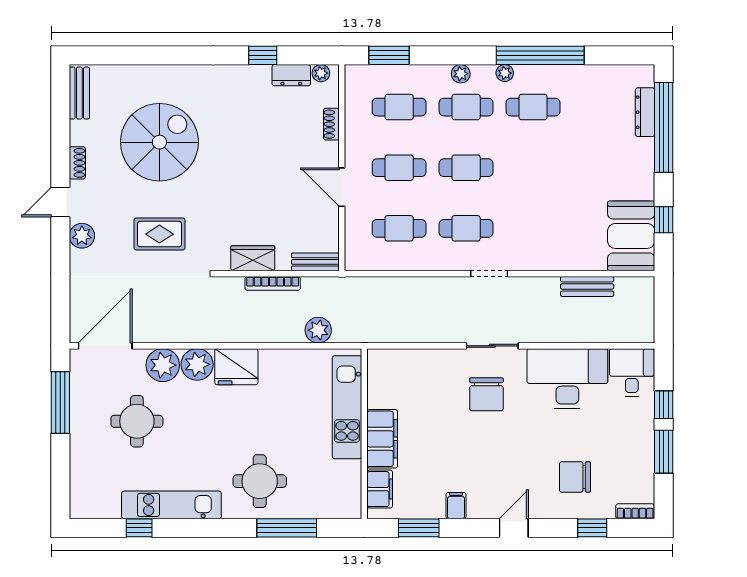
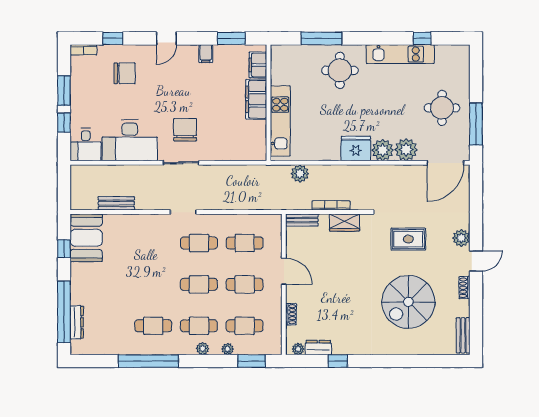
plant: (505, 73) -> (228, 349), moved
round table: (137, 421) -> (442, 108), moved

